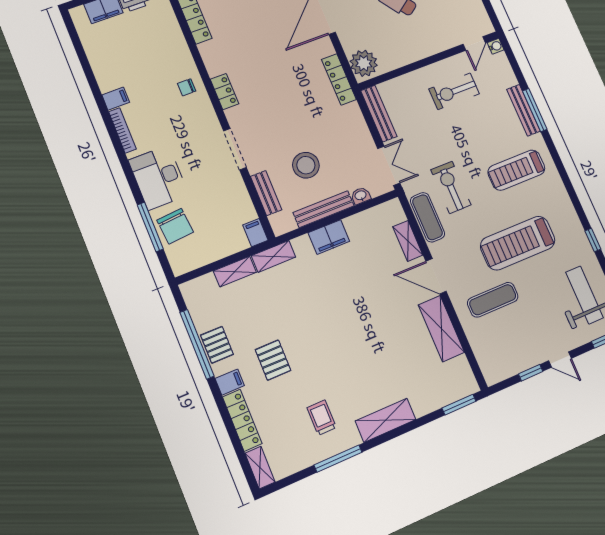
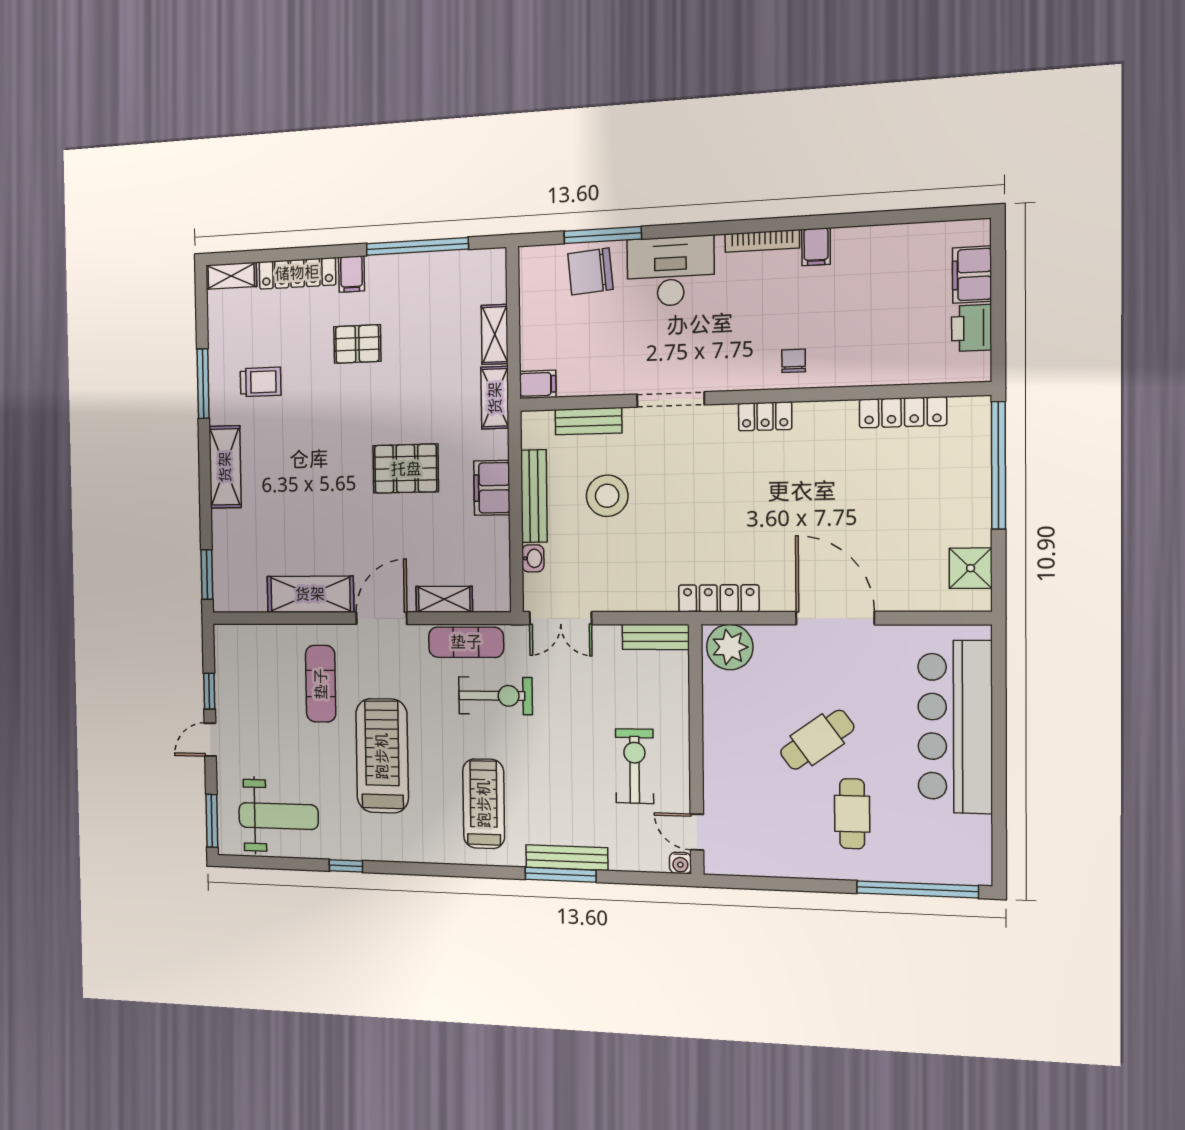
bench: (379, 114) -> (656, 637), width x0.73
pallet: (217, 345) -> (406, 469), moved, width x1.50, depth x1.42

